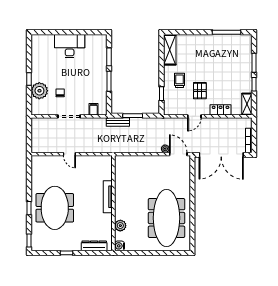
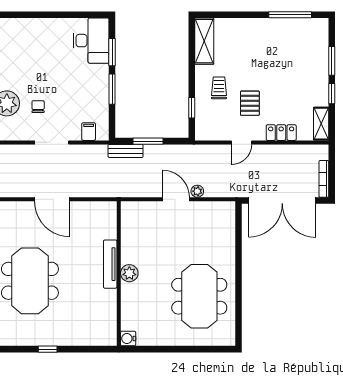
desk: (70, 46) -> (91, 41), moved, turned 90
door: (69, 154) -> (52, 199), width x1.88
door: (178, 154) -> (176, 199), moved
meeting table: (167, 218) -> (199, 296), width x0.73
plant: (120, 226) -> (129, 273), moved
dresser: (94, 246) -> (90, 338), removed

